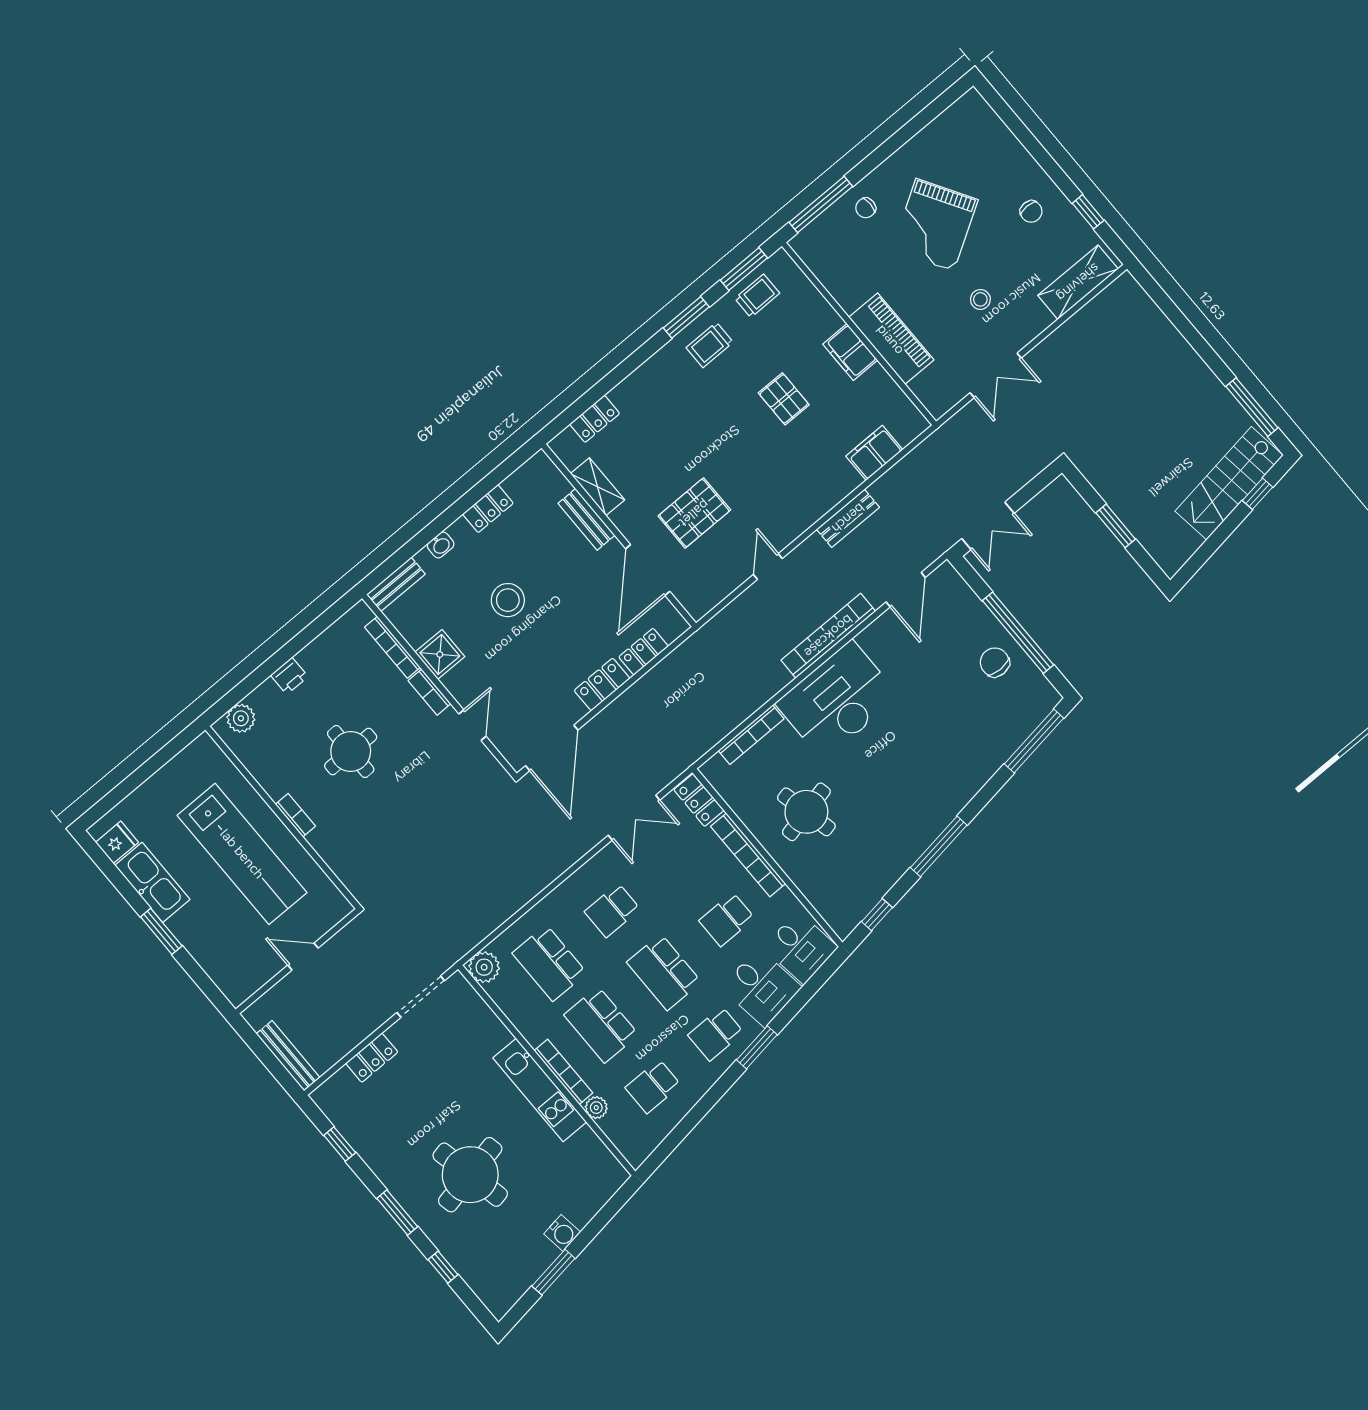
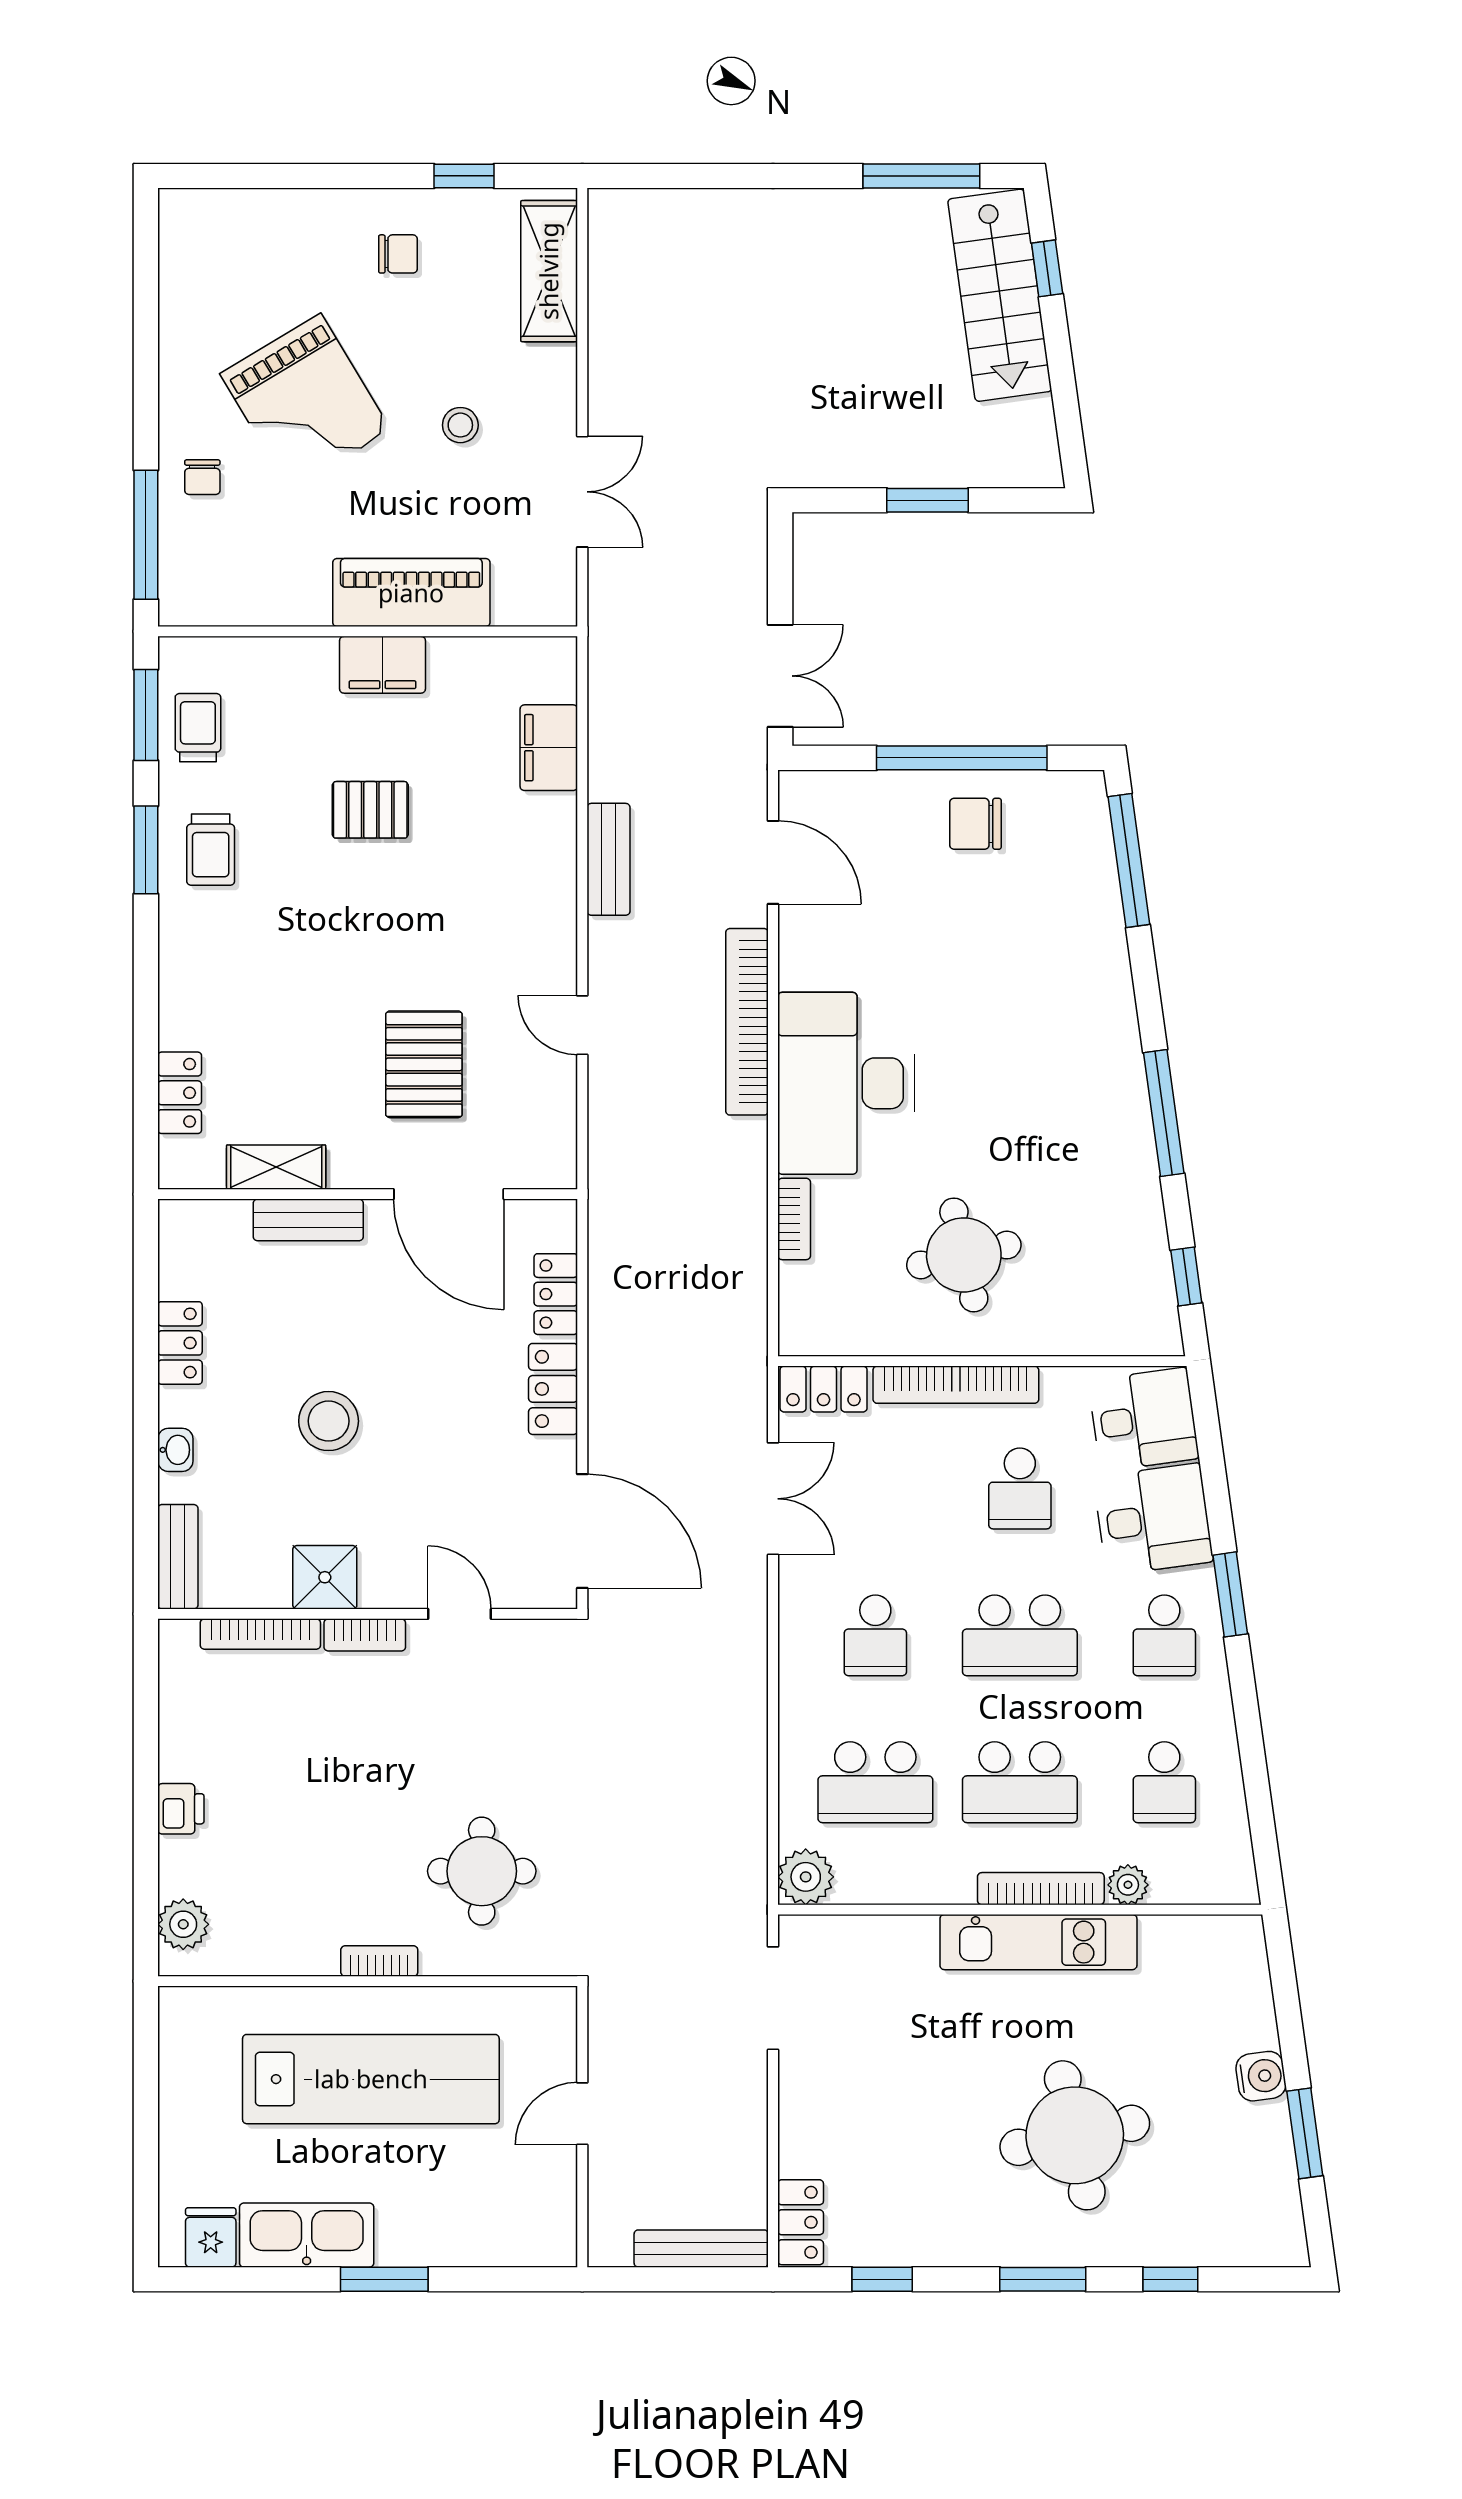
bookcase: (751, 735) -> (794, 1219), width x0.64
round table: (351, 752) -> (482, 1871), moved
locker: (372, 1058) -> (801, 2222), moved

